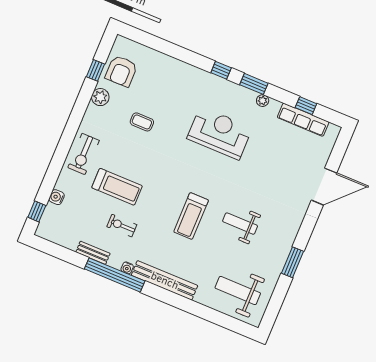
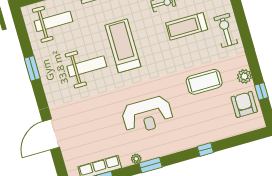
window: (221, 70) -> (205, 149), moved
coffee table: (142, 122) -> (204, 82), width x1.86, depth x1.72
treadmill: (191, 216) -> (123, 46), width x1.37, depth x1.38
weight bench: (240, 224) -> (87, 66), width x1.36, depth x1.33

